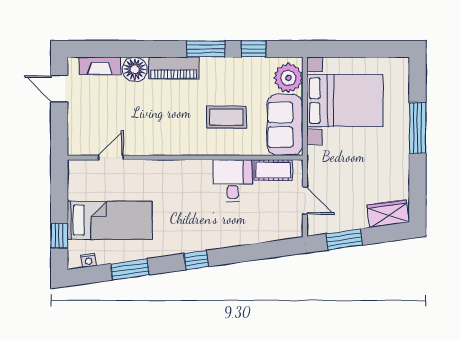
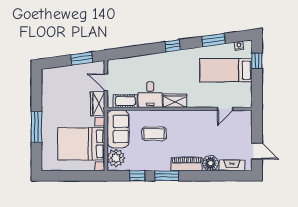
wardrobe: (193, 171) -> (175, 101), added
wardrobe: (388, 214) -> (98, 104), moved, turned 98

